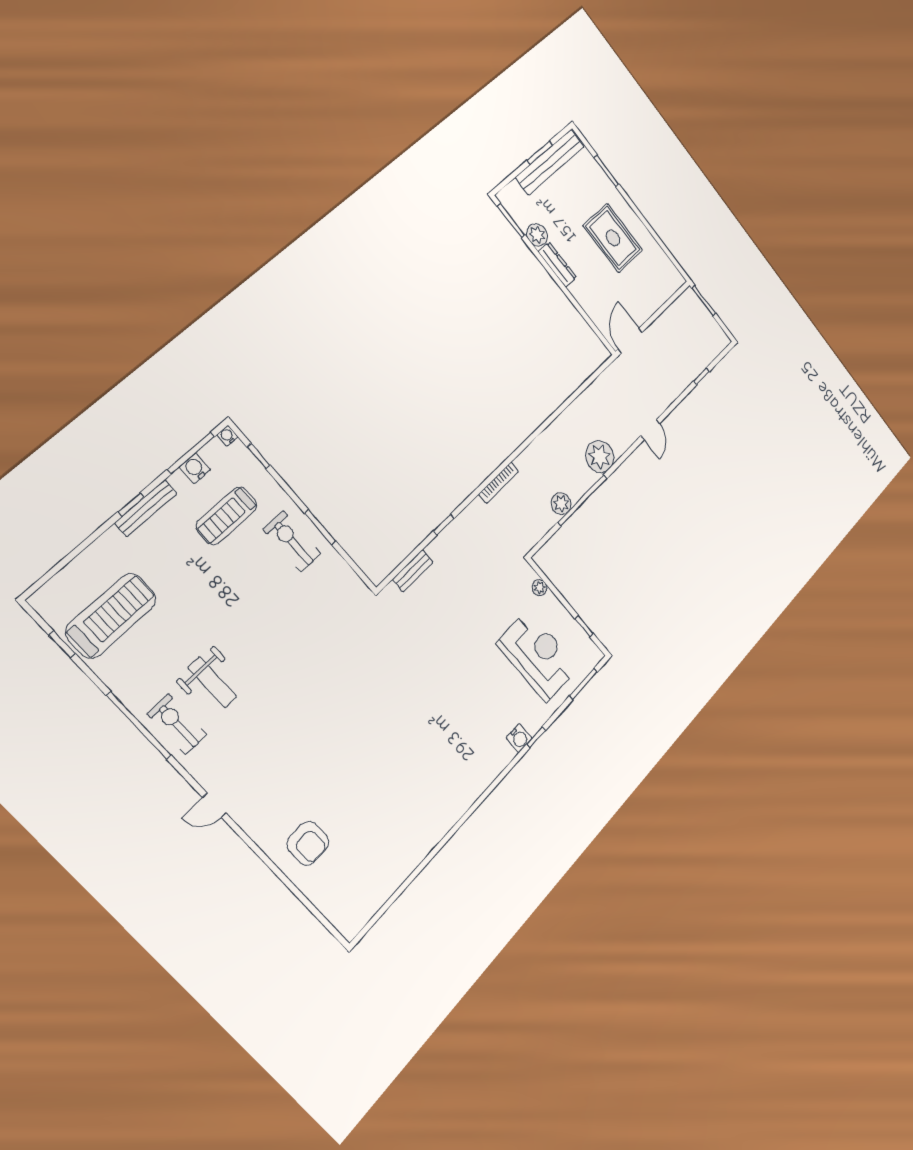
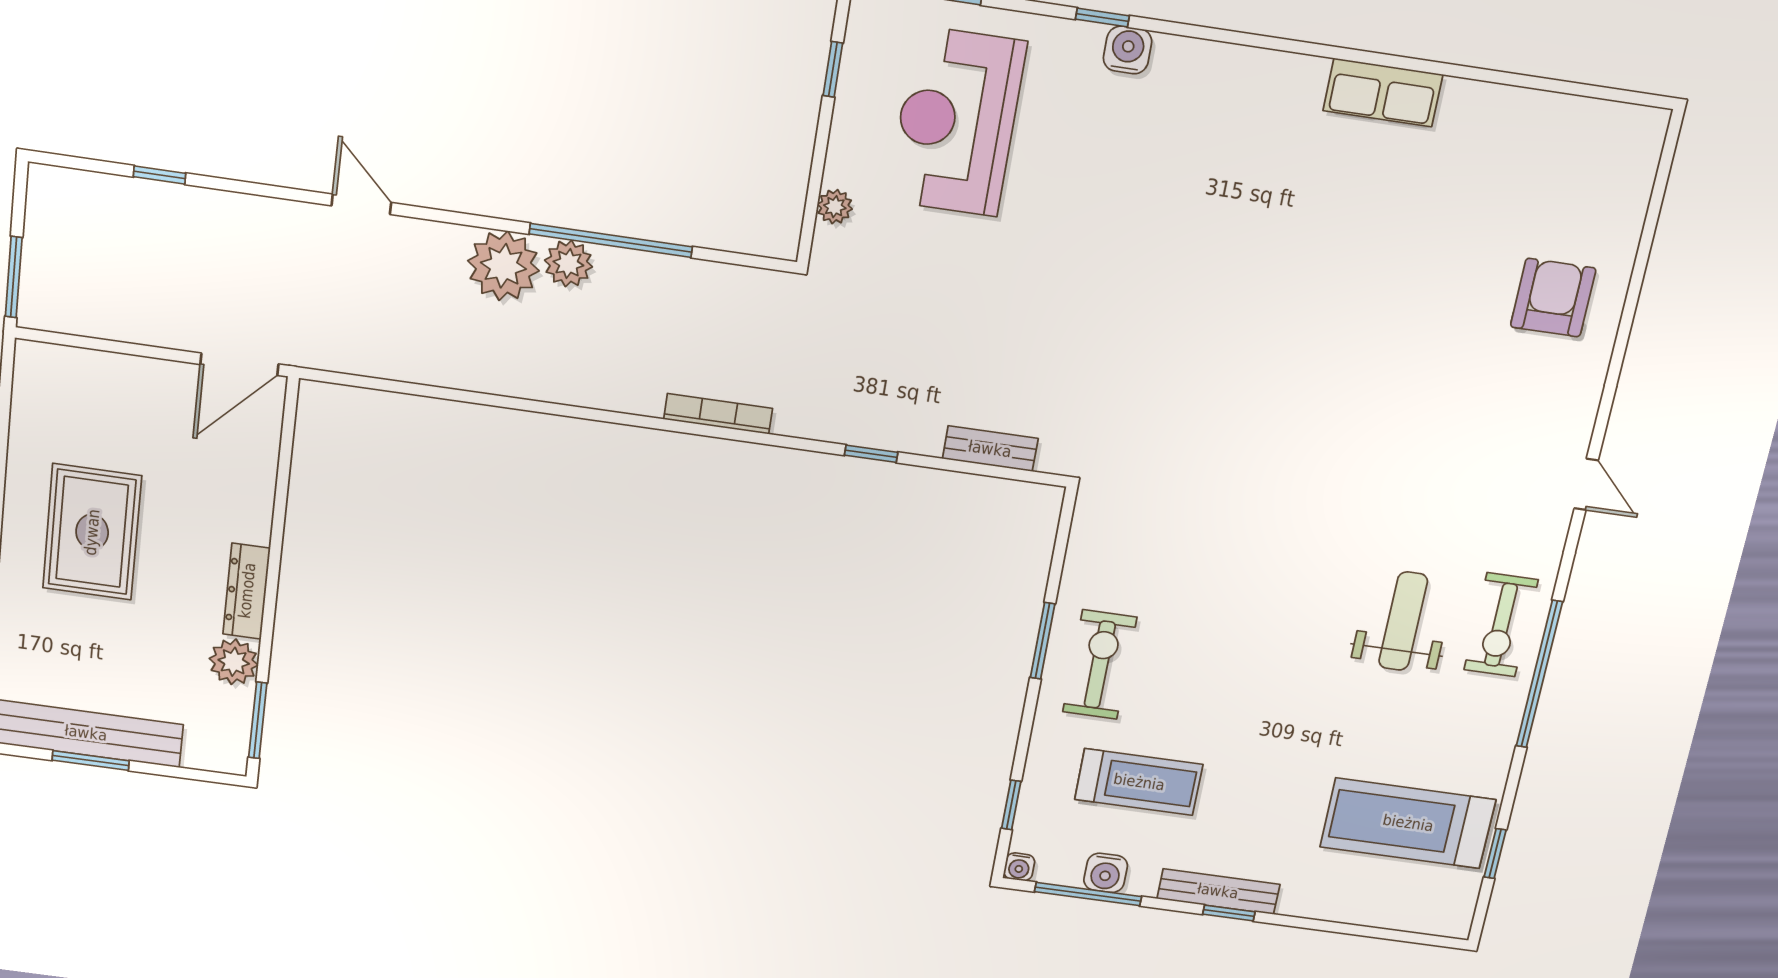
door: (650, 430) -> (361, 204), hinge flipped
plant: (561, 504) -> (568, 264), moved
exercise bike: (292, 542) -> (1100, 665), turned 180
row of seats: (438, 826) -> (1383, 93), added

